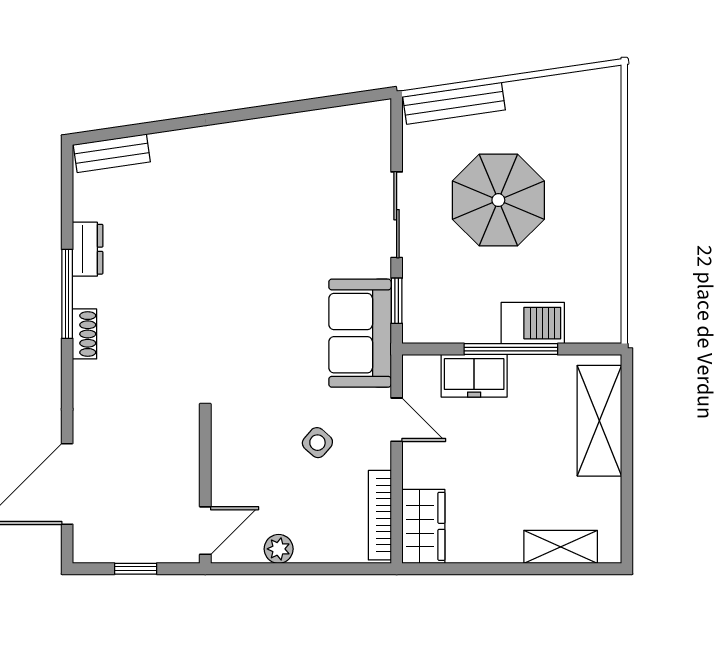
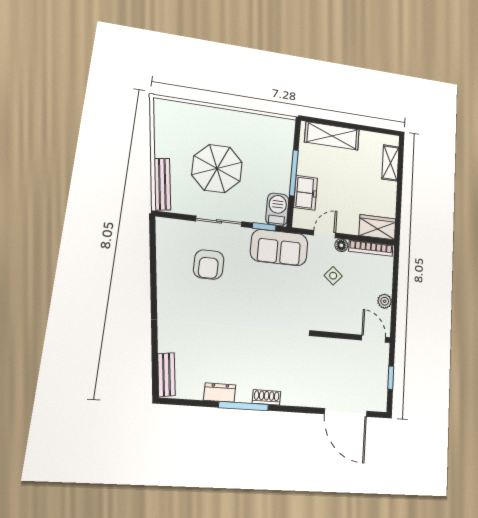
armchair: (313, 205) -> (209, 264), added
barbecue: (533, 323) -> (277, 209), moved
floor lamp: (379, 455) -> (341, 245), added

